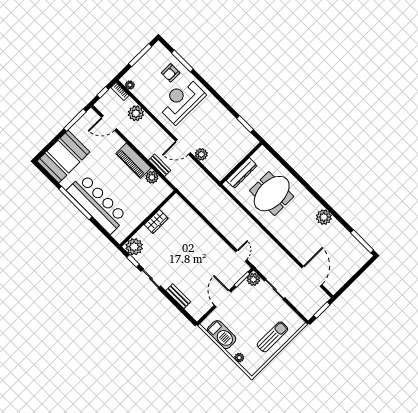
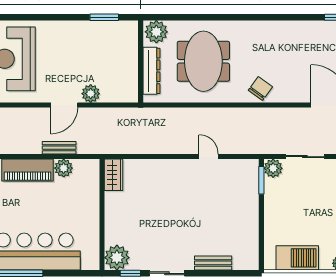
plant: (324, 217) -> (156, 32), moved
wardrobe: (156, 222) -> (114, 175), moved
chair: (286, 235) -> (260, 89), added
door: (241, 256) -> (209, 157), moved
door: (223, 299) -> (261, 220), removed

